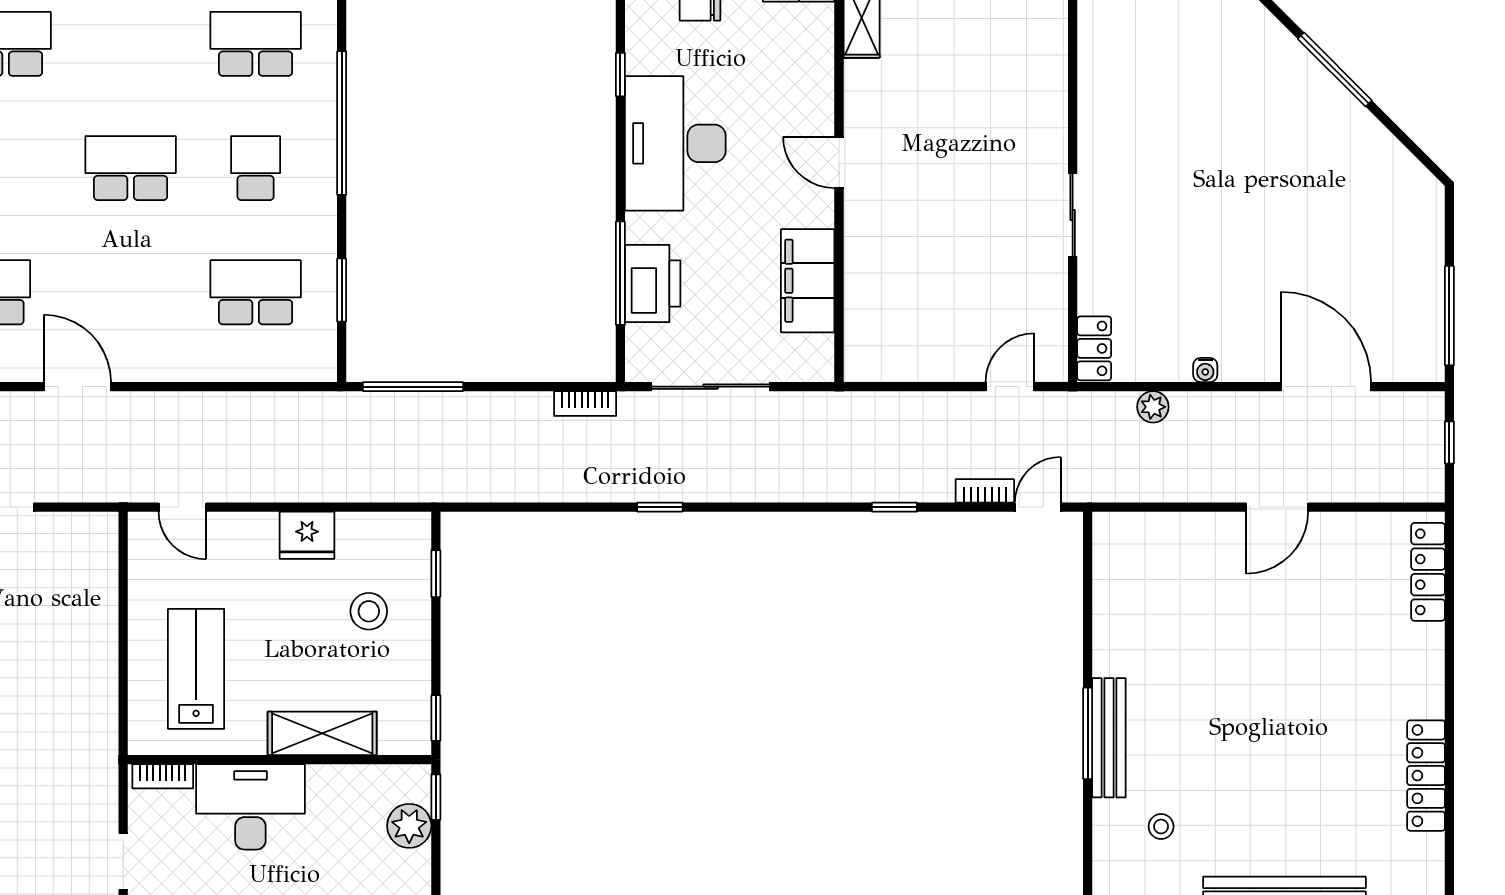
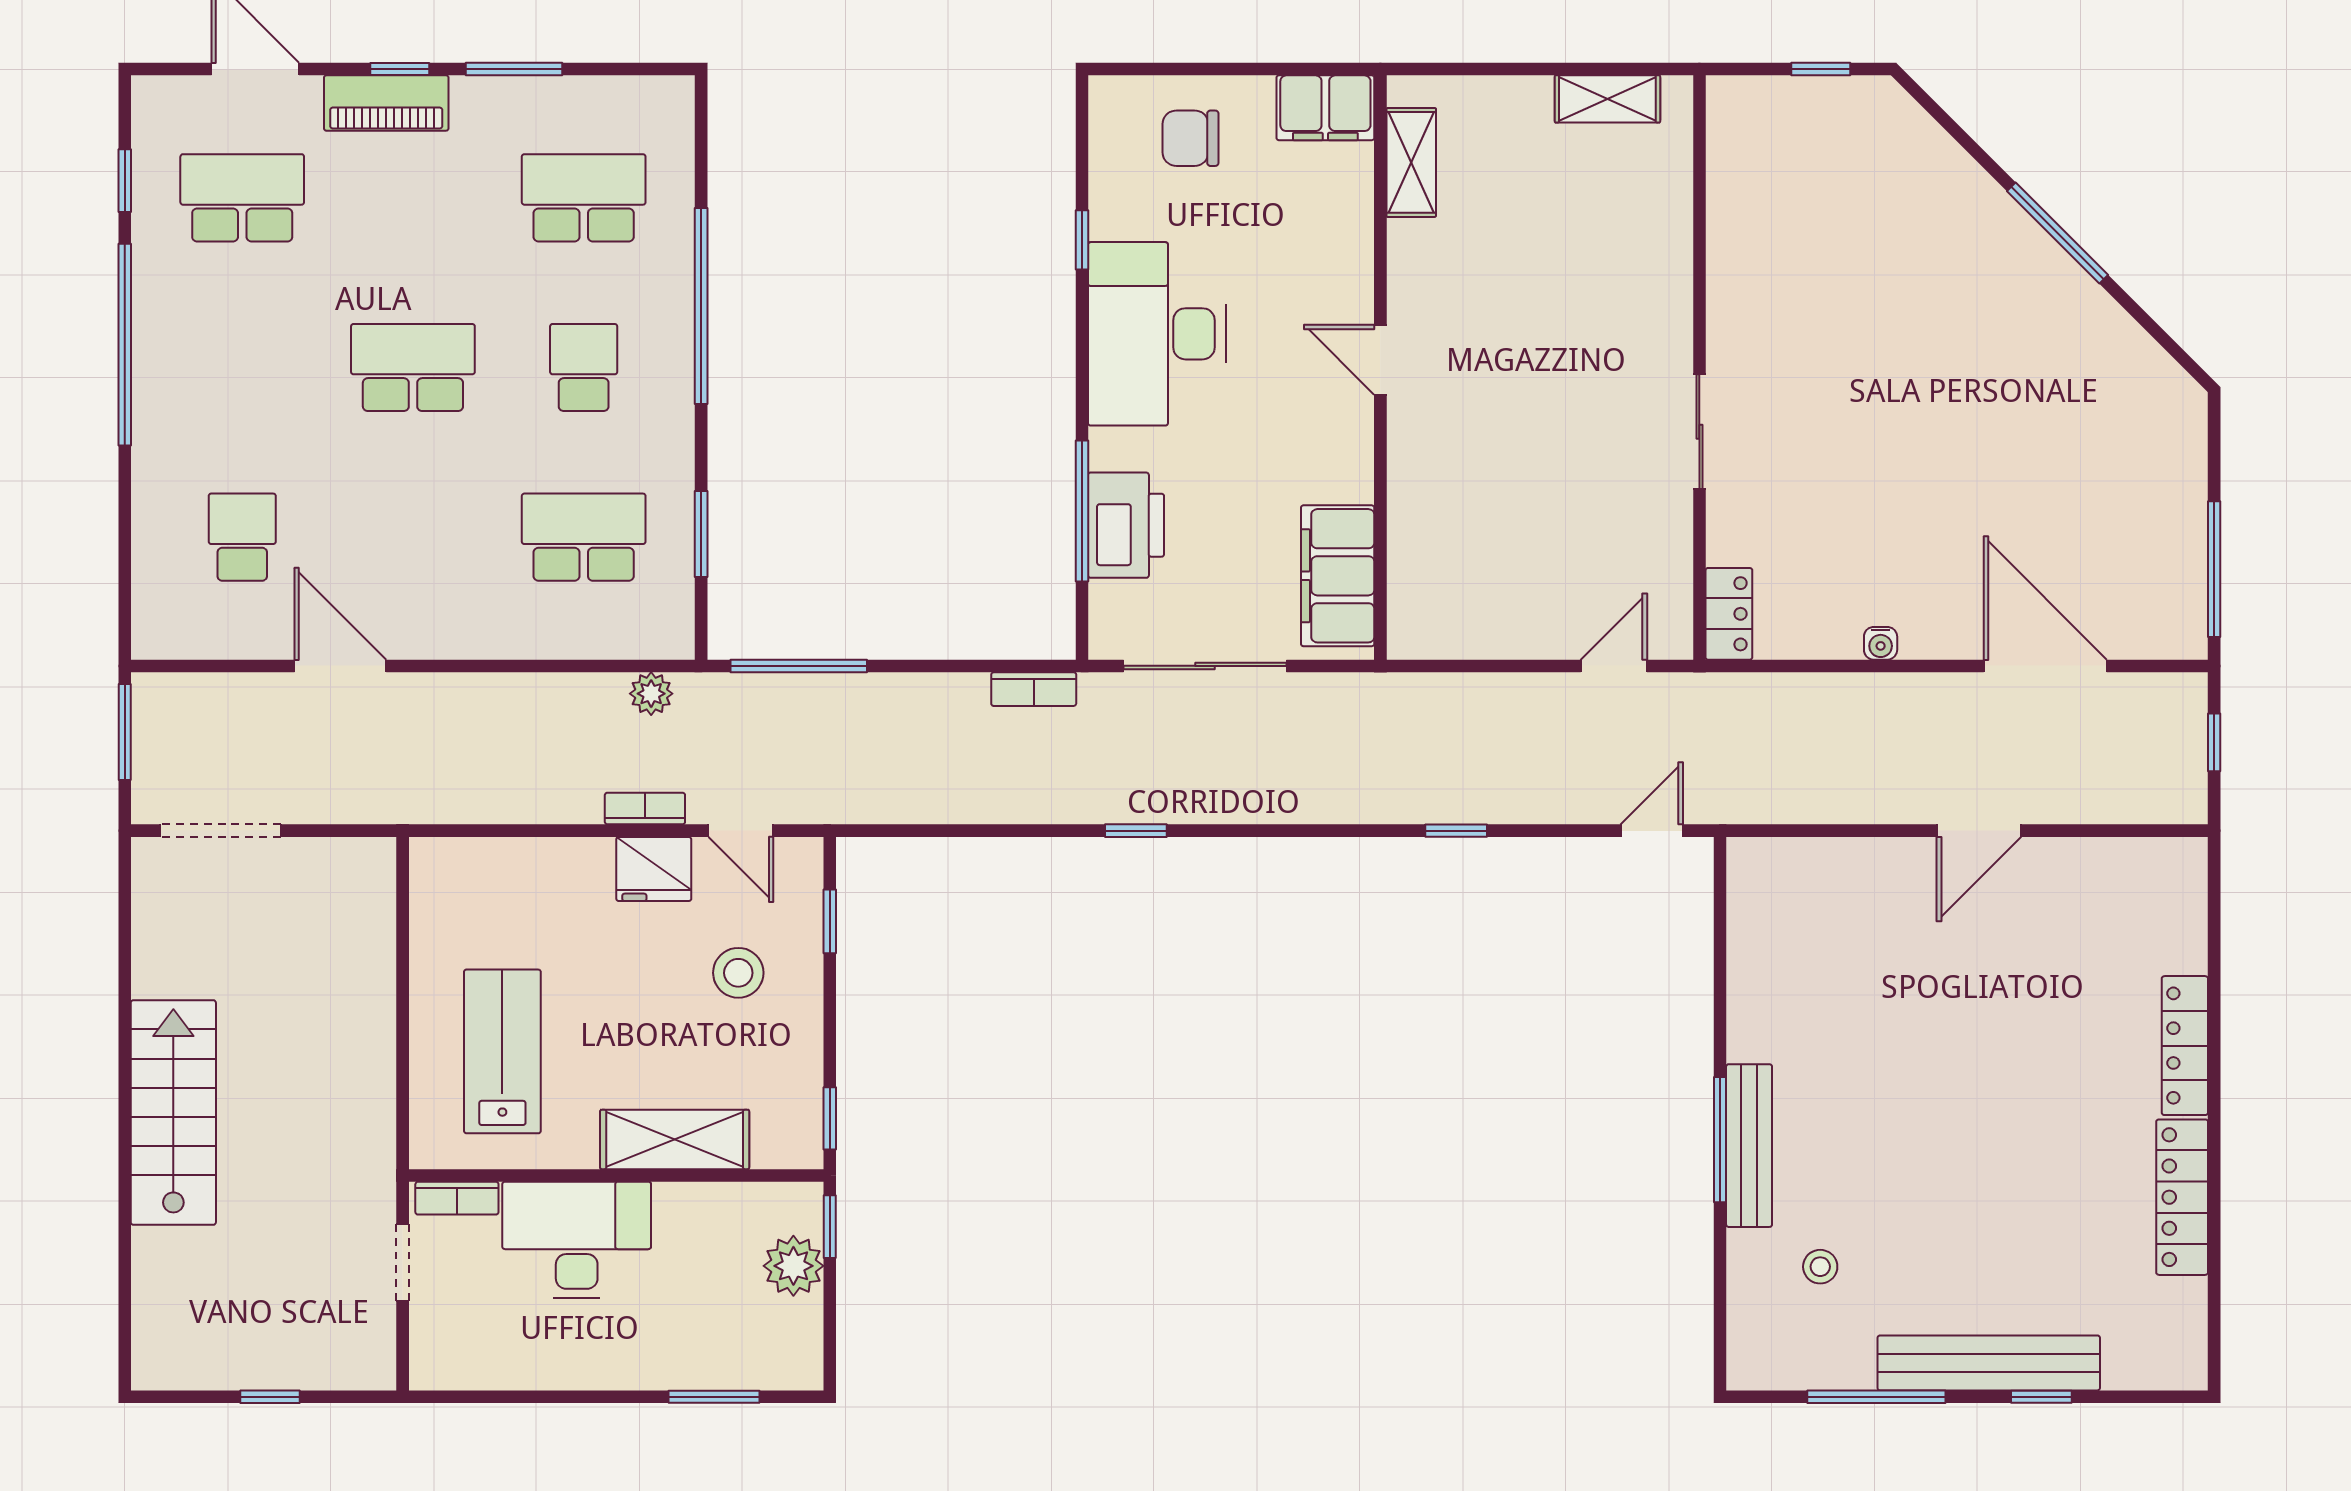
filing cabinet: (808, 281) -> (1338, 576), moved
plant: (1153, 407) -> (651, 694), moved
bookcase: (985, 491) -> (645, 808), moved
door: (182, 507) -> (741, 831), moved
locker: (1428, 572) -> (2185, 1046), moved
doorway: (123, 862) -> (403, 1262), moved

